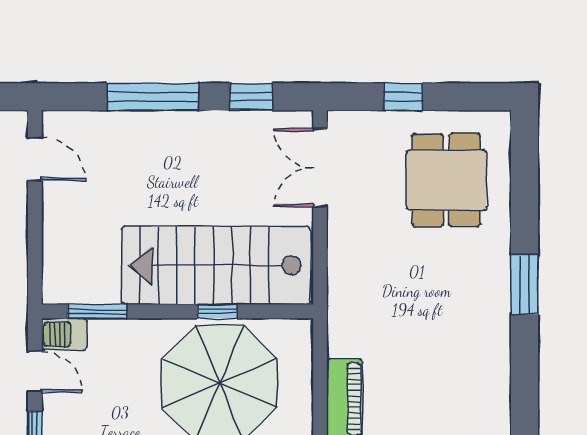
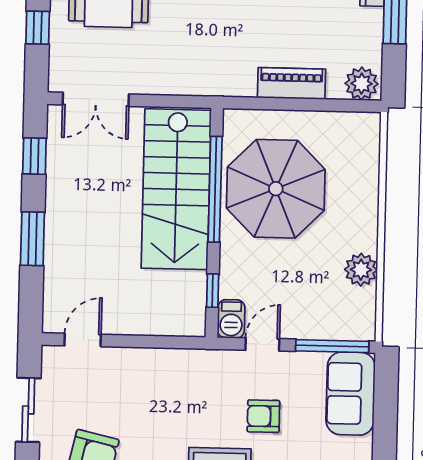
window: (153, 97) -> (32, 239), width x0.69
window: (97, 311) -> (213, 291), width x0.67
window: (217, 311) -> (215, 189), width x3.17

